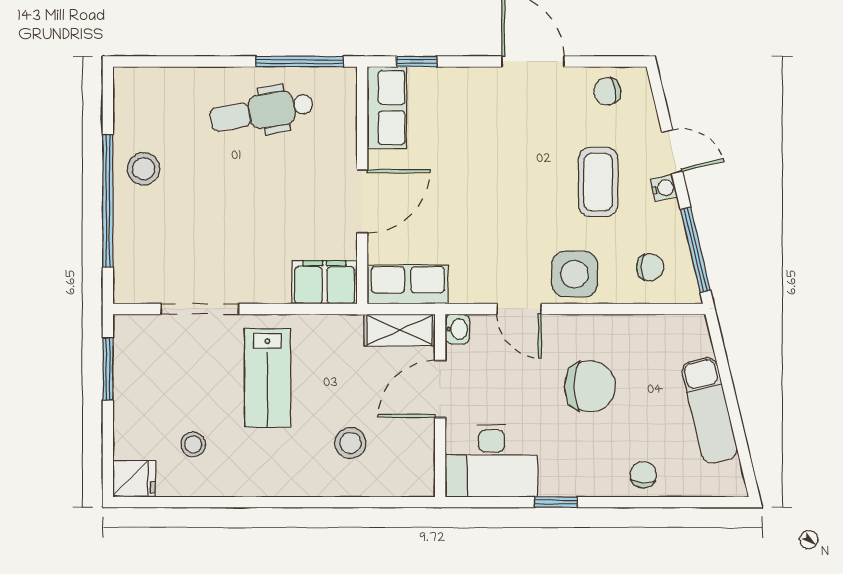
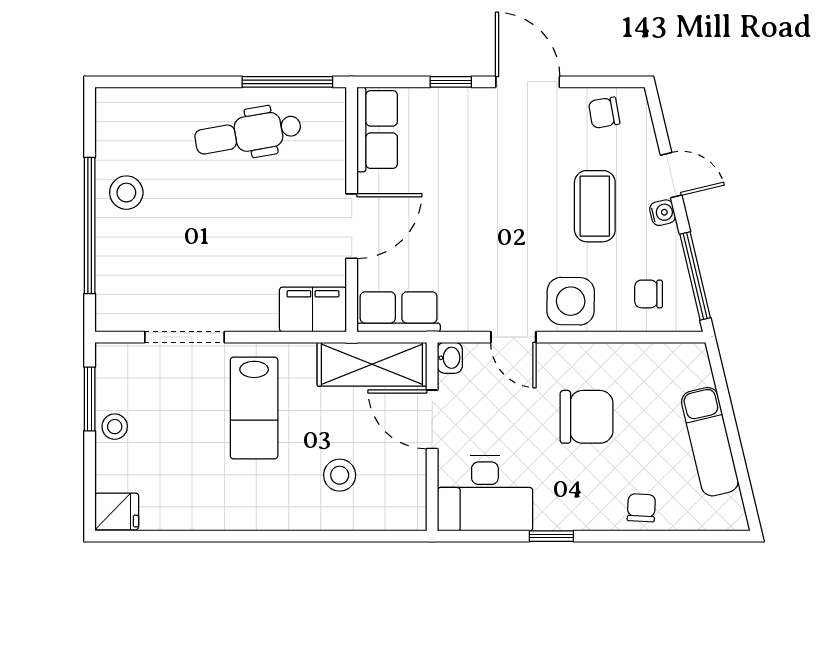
window: (417, 61) -> (451, 82), moved
chair: (650, 267) -> (649, 294), turned 180
shelving: (400, 330) -> (372, 364), width x1.50, depth x1.33
door: (440, 389) -> (432, 419), hinge flipped
stool: (193, 444) -> (115, 427), moved

